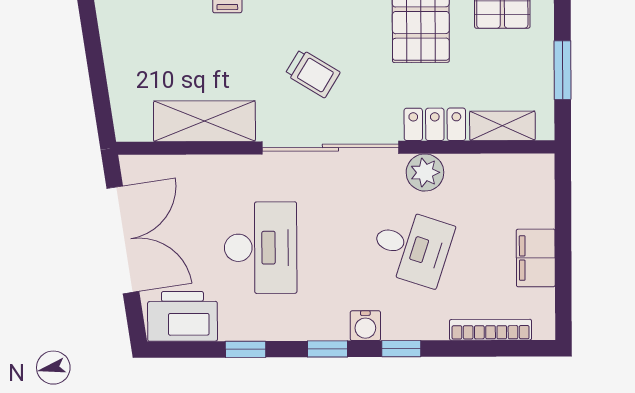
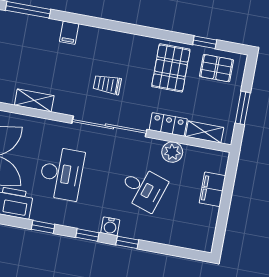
trolley: (313, 73) -> (107, 84), turned 149
shelving: (204, 121) -> (34, 100), width x0.67, depth x0.75
plant: (425, 173) -> (172, 152), moved
filing cabinet: (536, 258) -> (212, 189), moved
bookcase: (491, 330) -> (178, 241), removed

